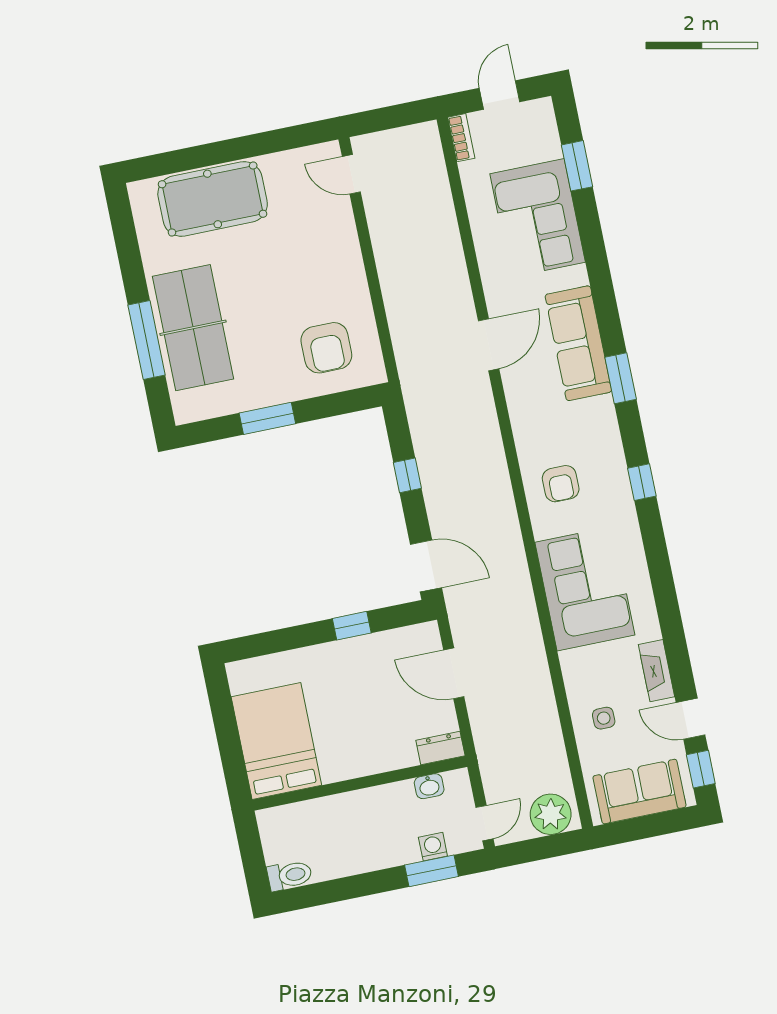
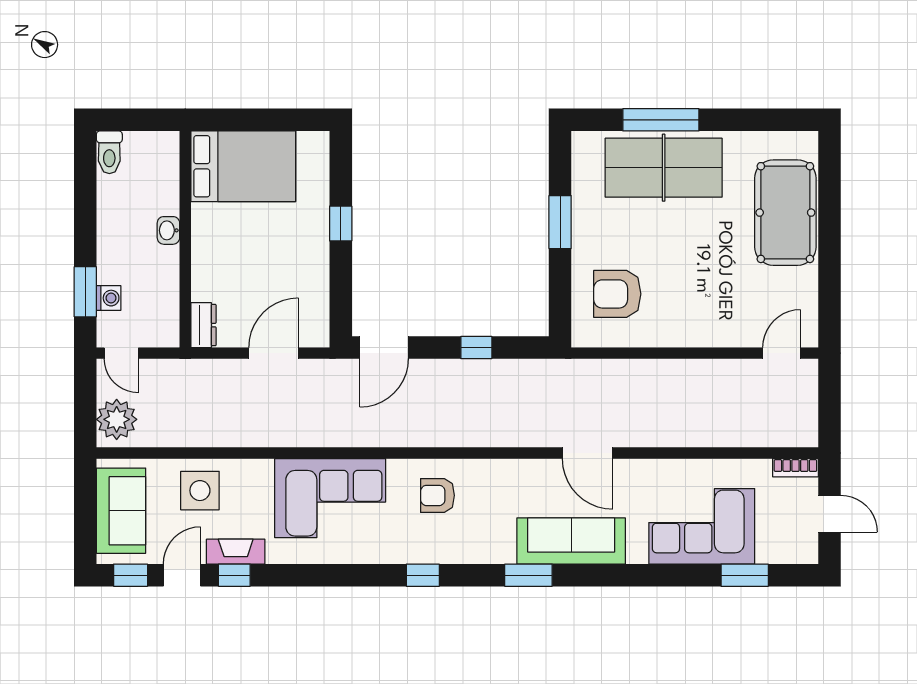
window: (352, 626) -> (341, 223), moved
window: (680, 667) -> (234, 575), added
side table: (604, 718) -> (200, 491), width x1.87, depth x1.87
washbasin: (429, 786) -> (168, 230), moved

